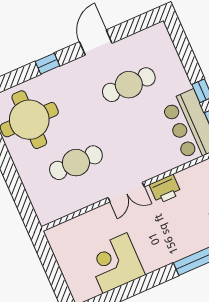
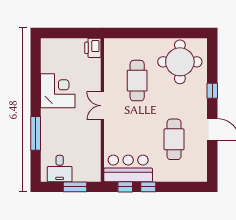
printer: (165, 189) -> (93, 48), moved
corner desk: (115, 263) -> (58, 91), moved

